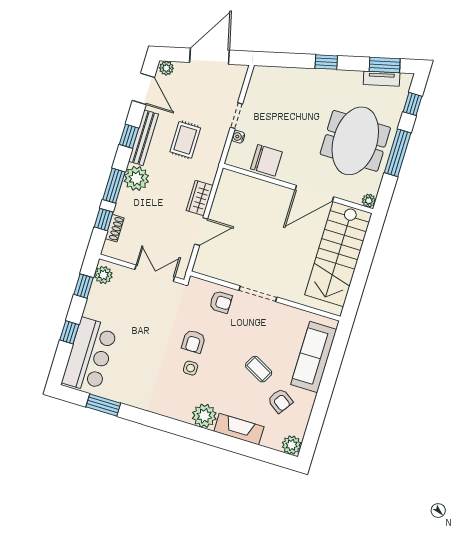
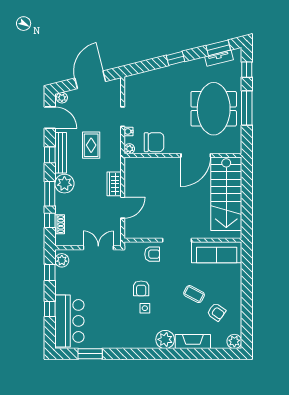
plant: (369, 201) -> (129, 149), moved
sofa: (314, 357) -> (217, 252), moved, turned -90

